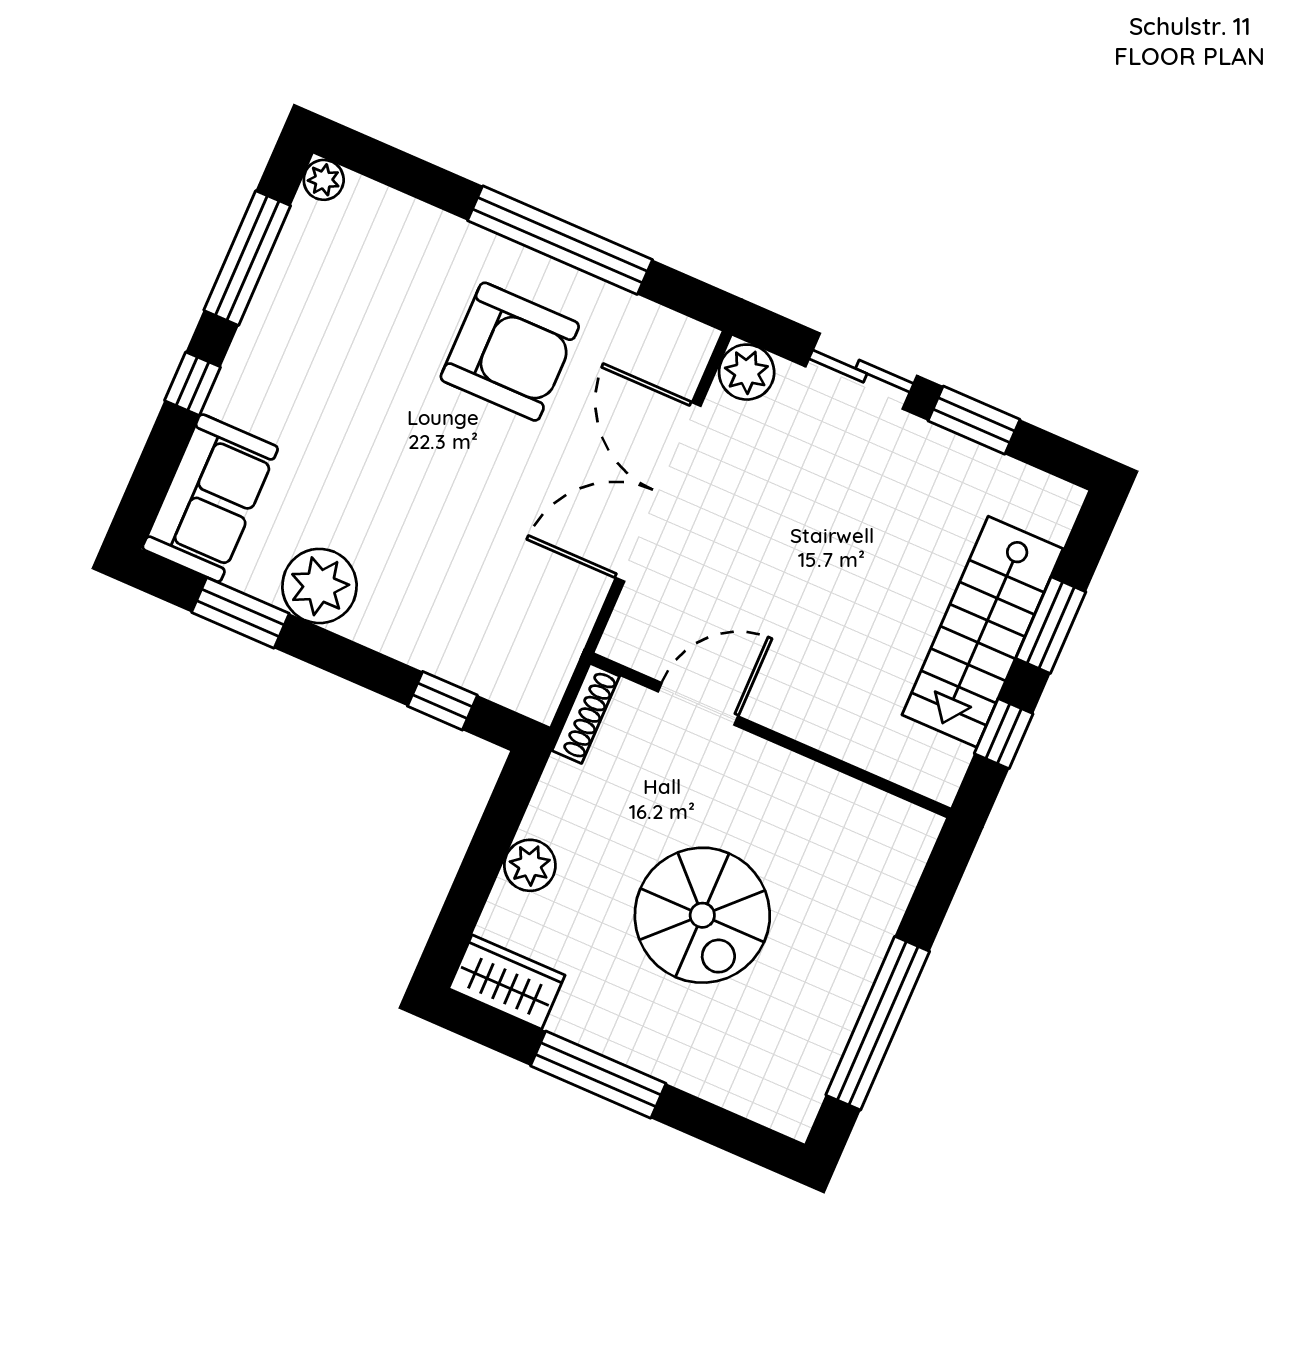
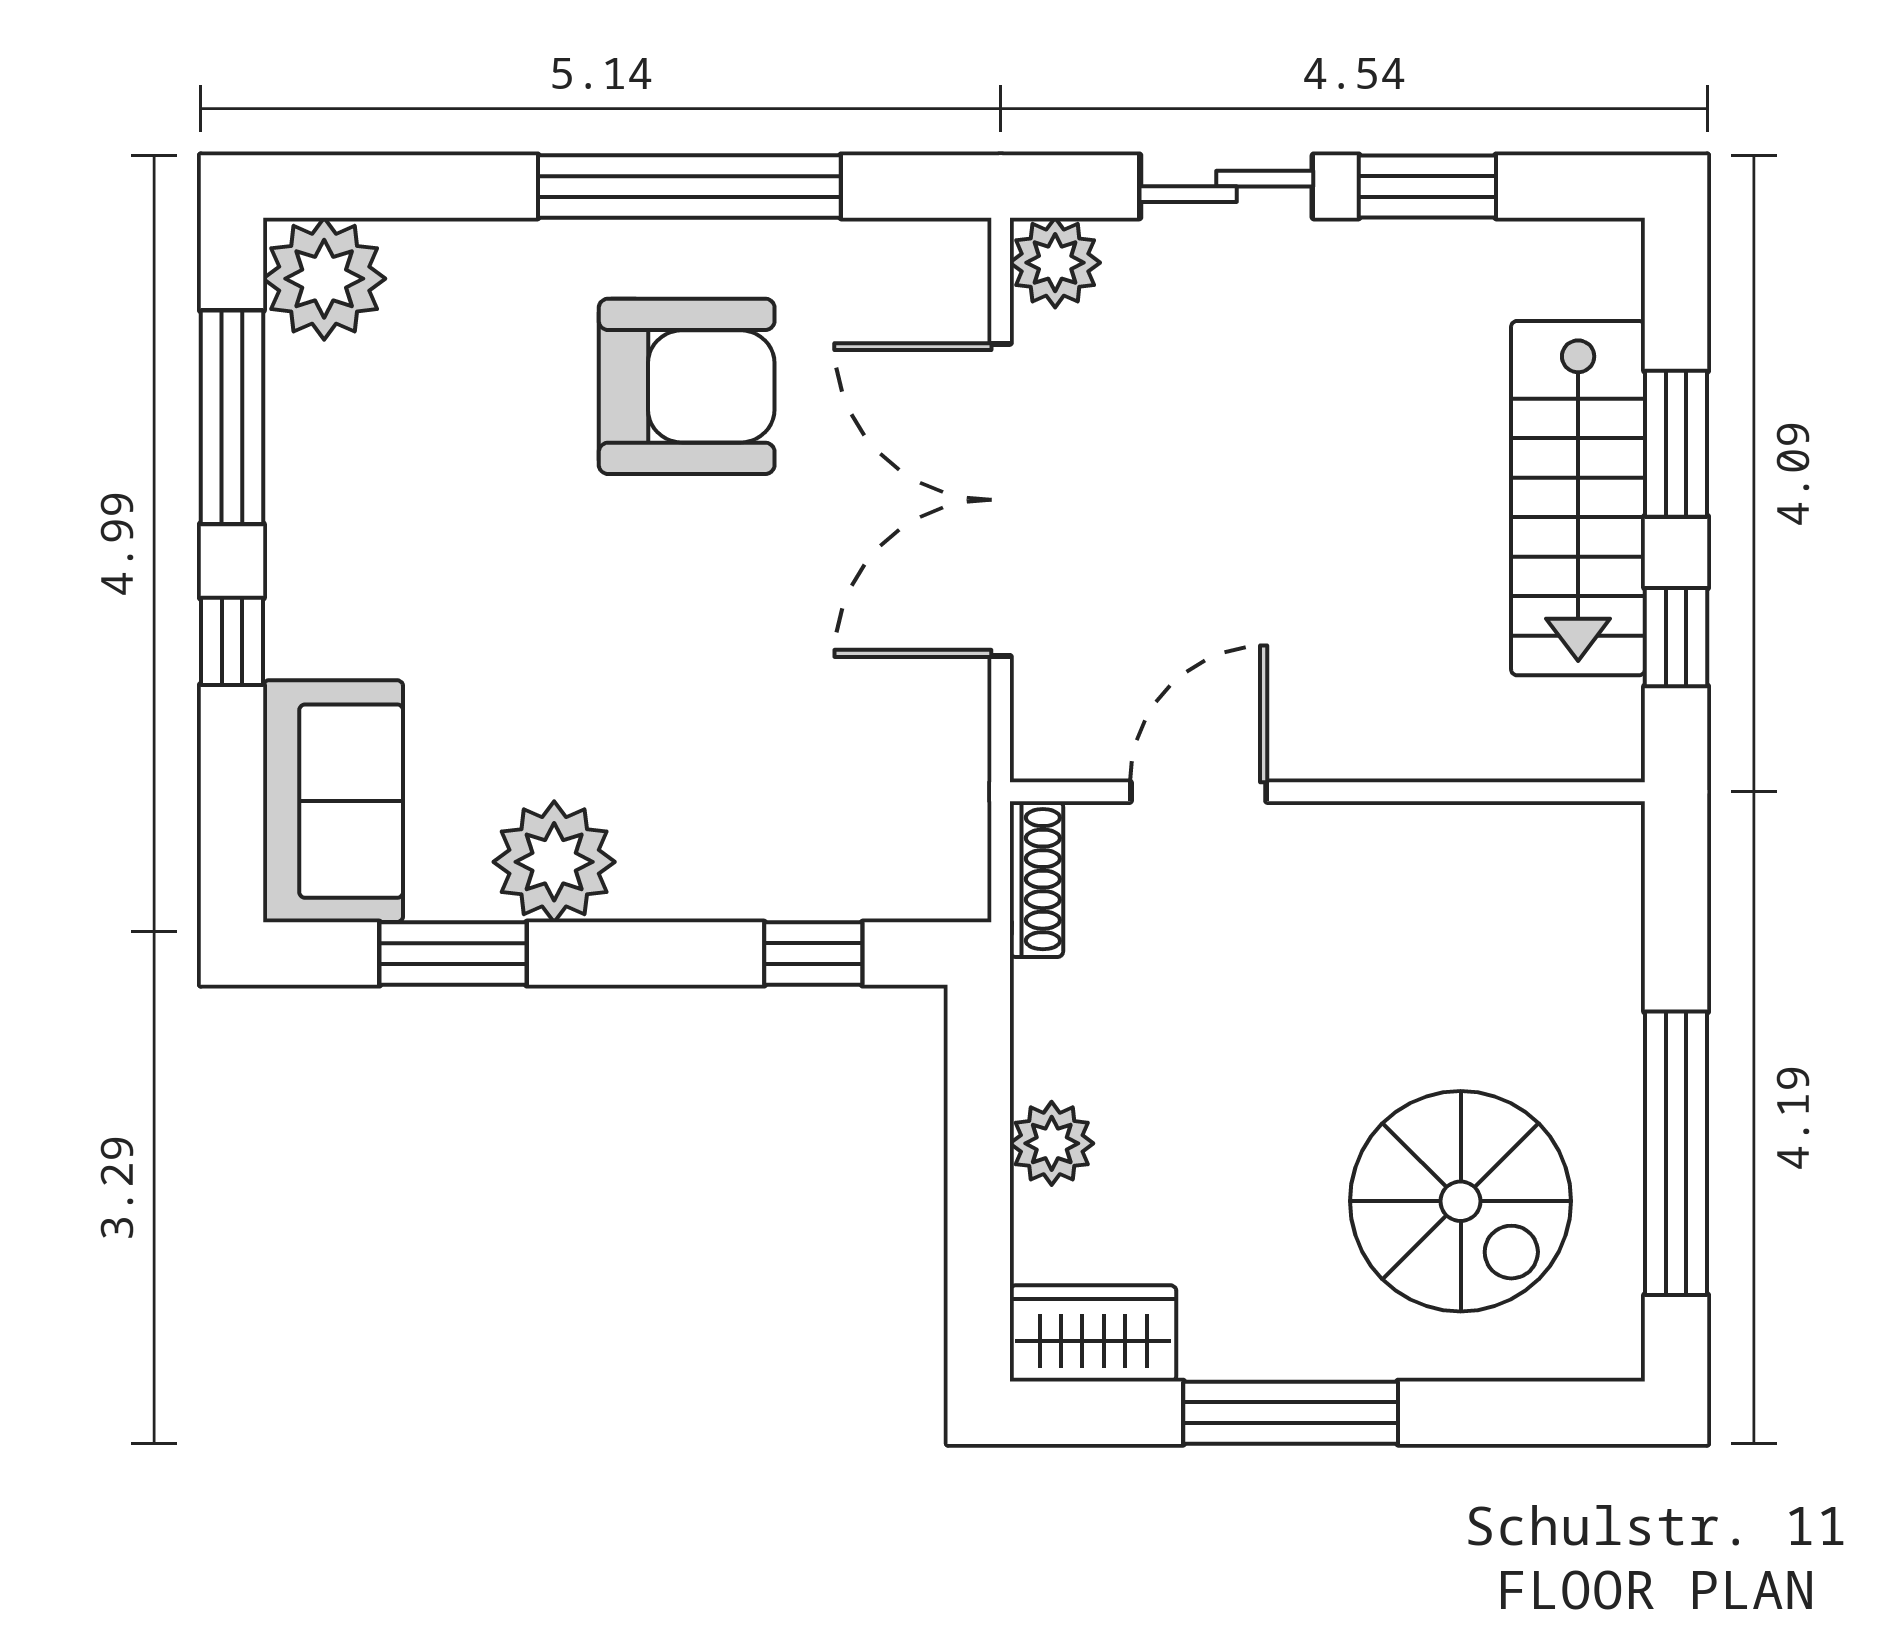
plant: (324, 180) -> (324, 279), width x1.87, depth x1.87
spiral stairs: (702, 915) -> (1461, 1201), moved

